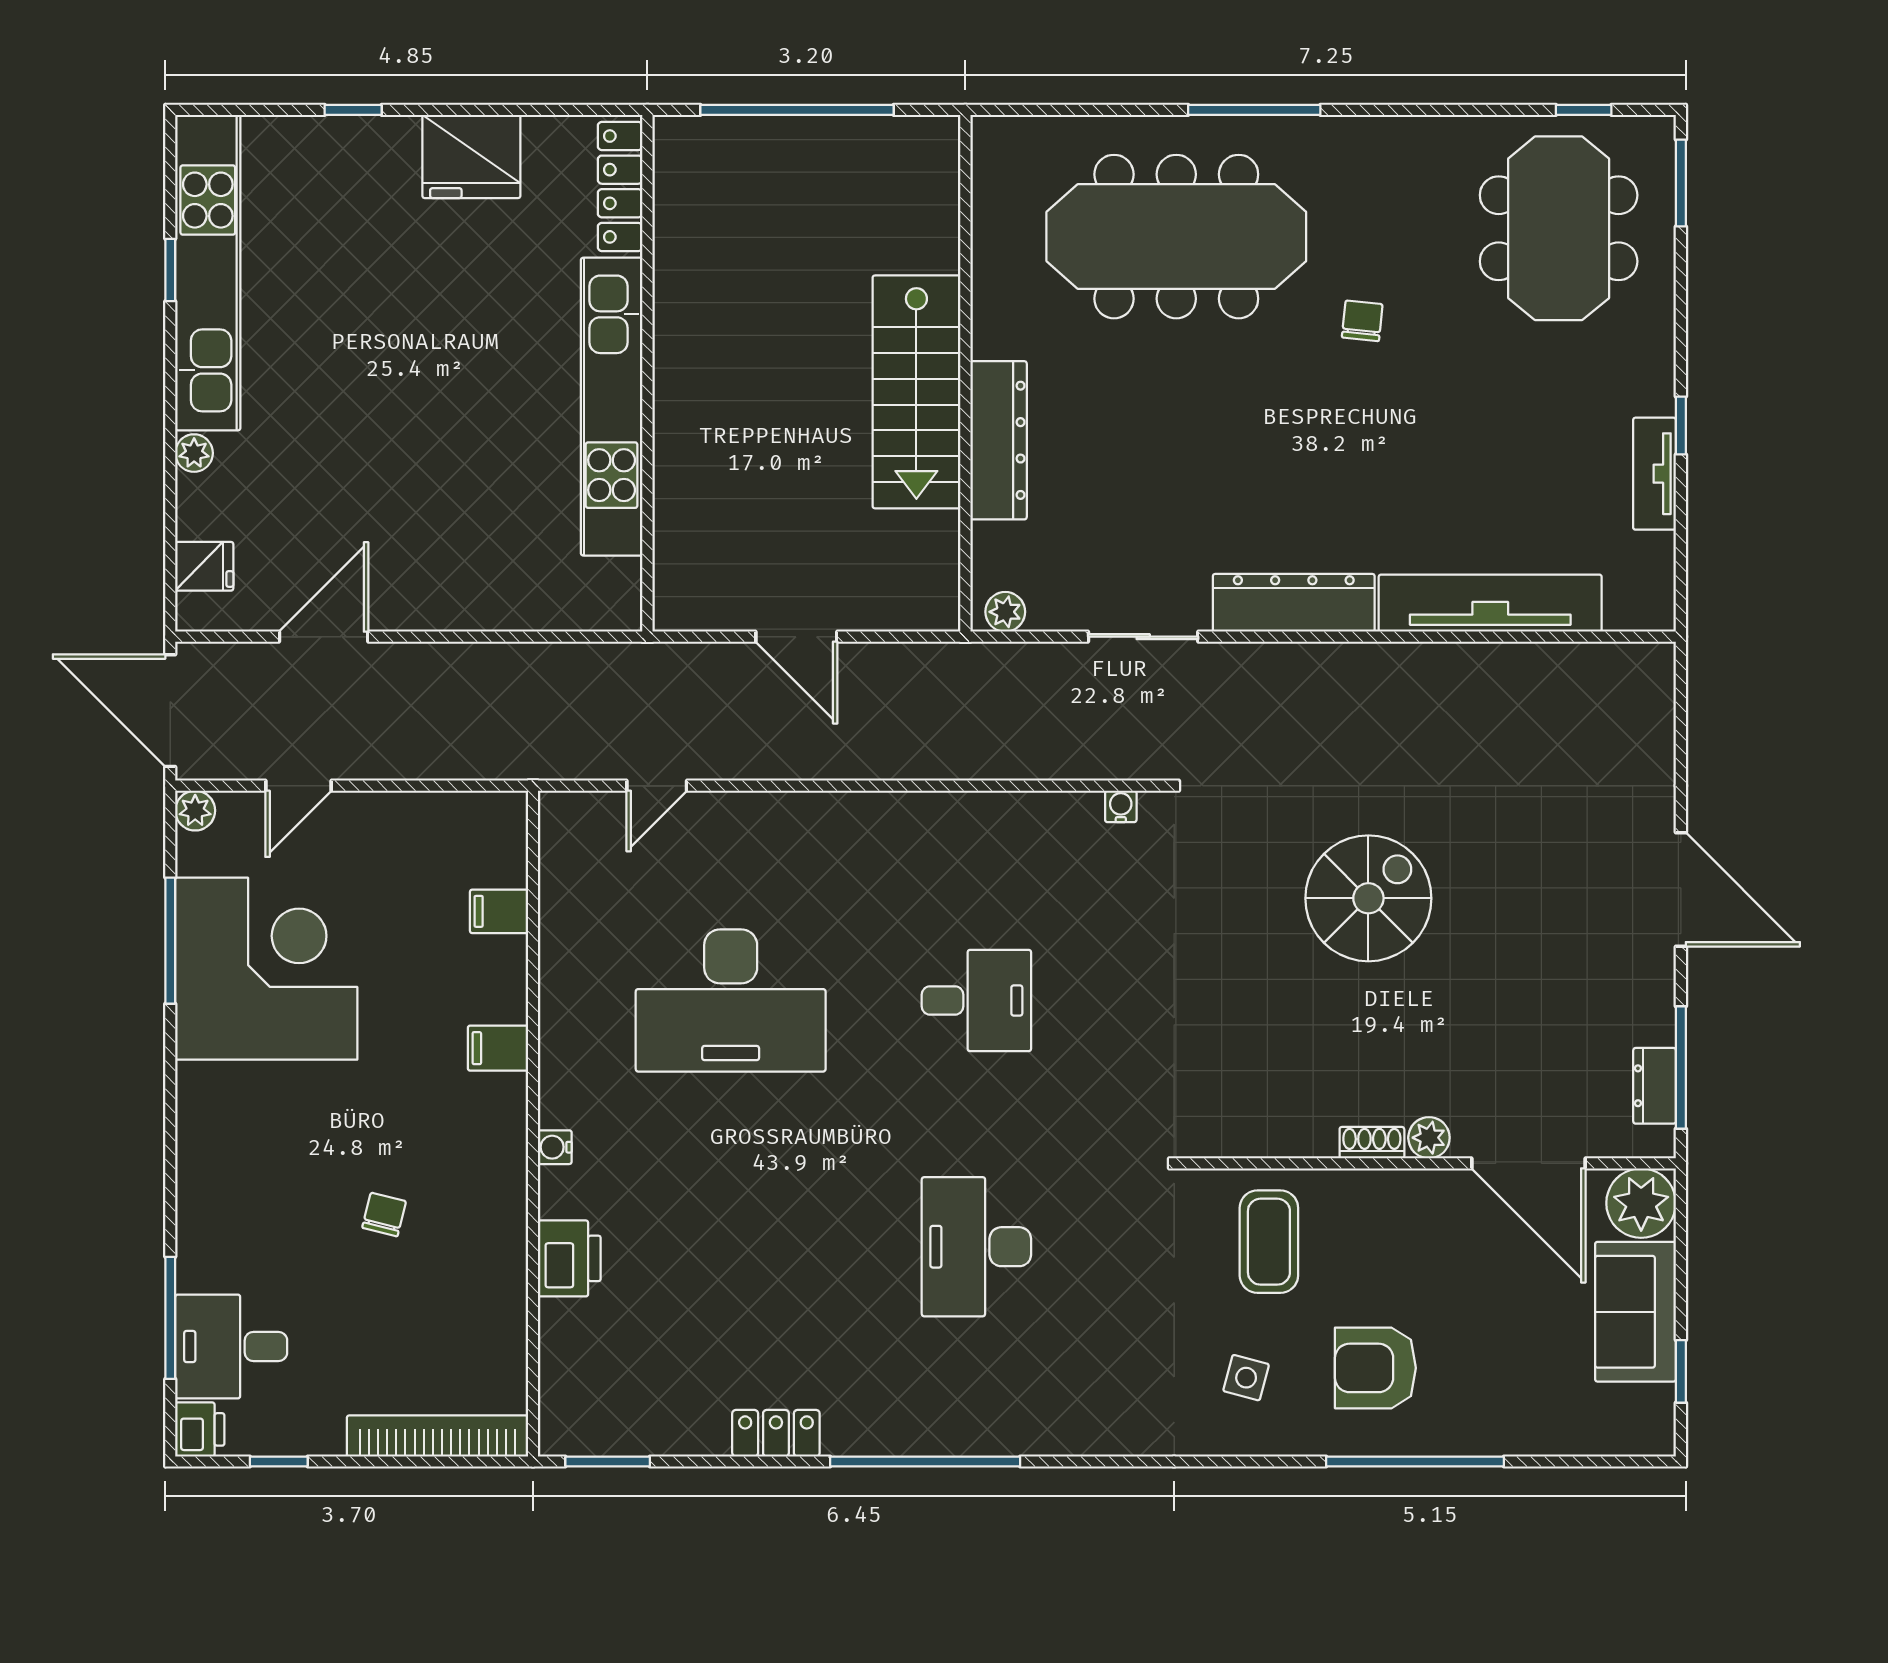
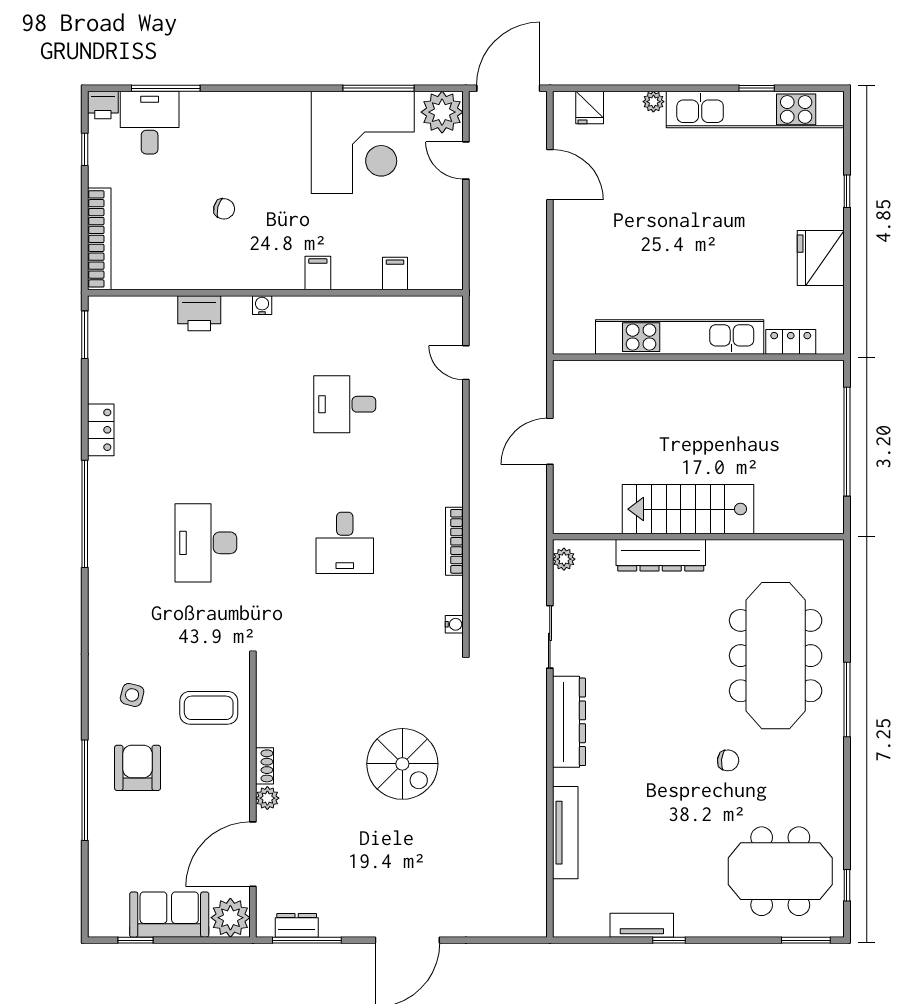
locker: (620, 186) -> (791, 342), width x0.66
tv unit: (1490, 603) -> (565, 833), width x0.73, depth x0.78
bookcase: (974, 806) -> (454, 541), added
plant: (195, 811) -> (442, 112), width x1.87, depth x1.87
desk: (731, 1000) -> (345, 404), width x0.53, depth x0.77
desk: (976, 1247) -> (206, 543), turned -90

